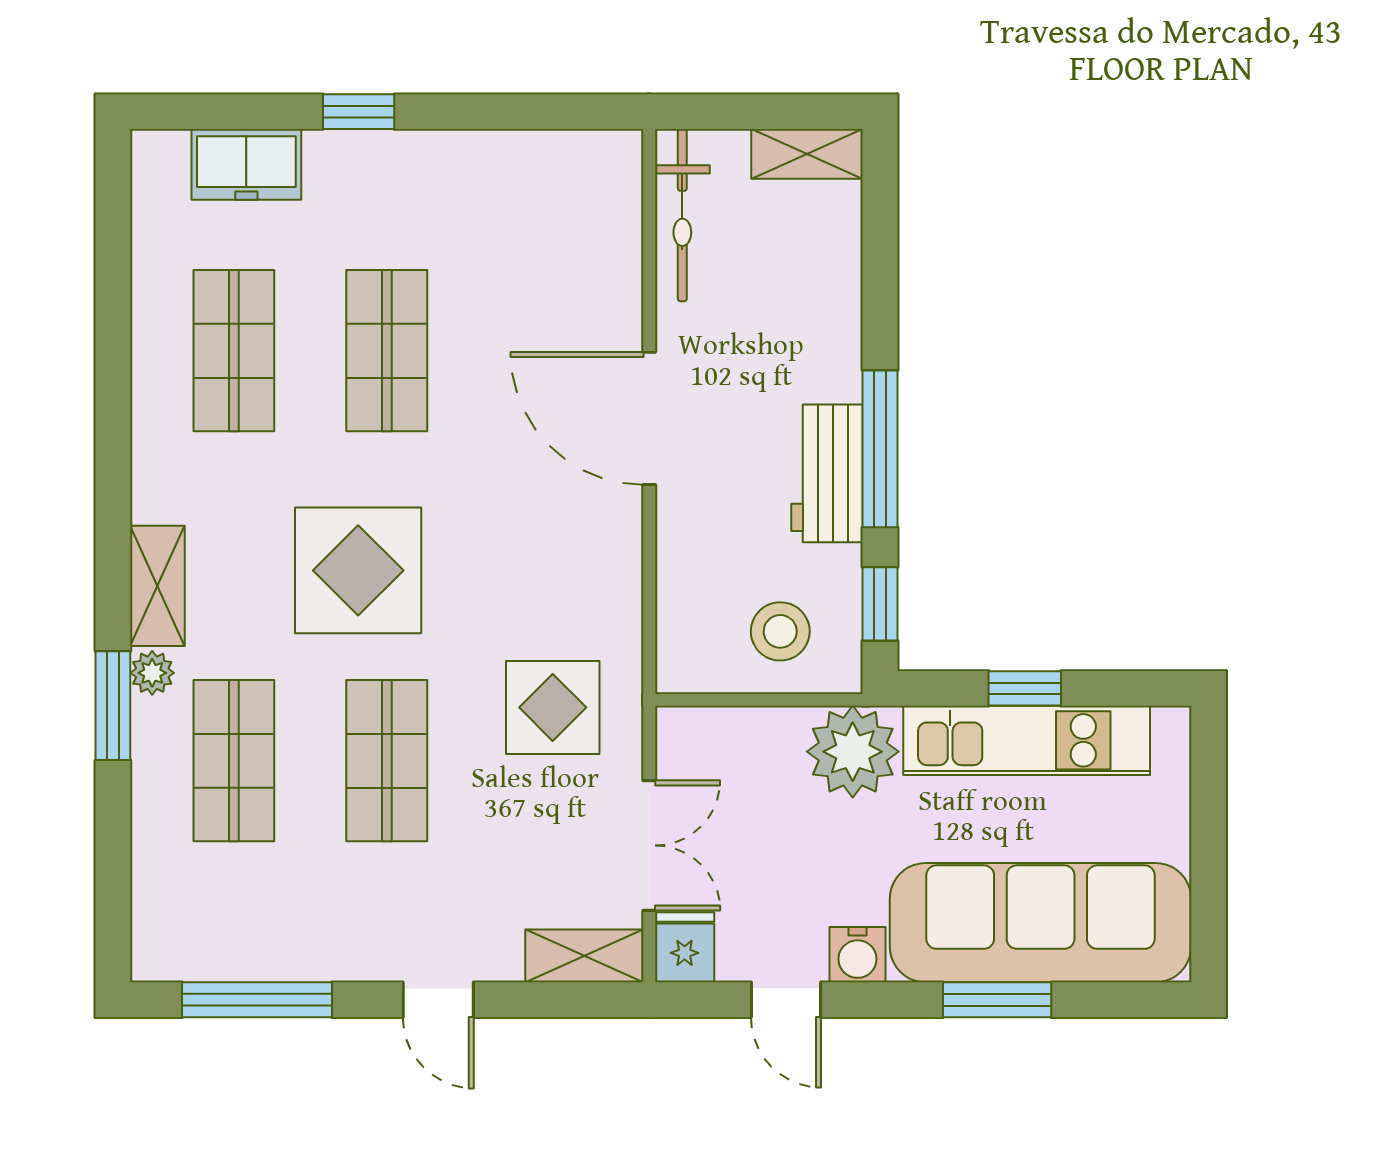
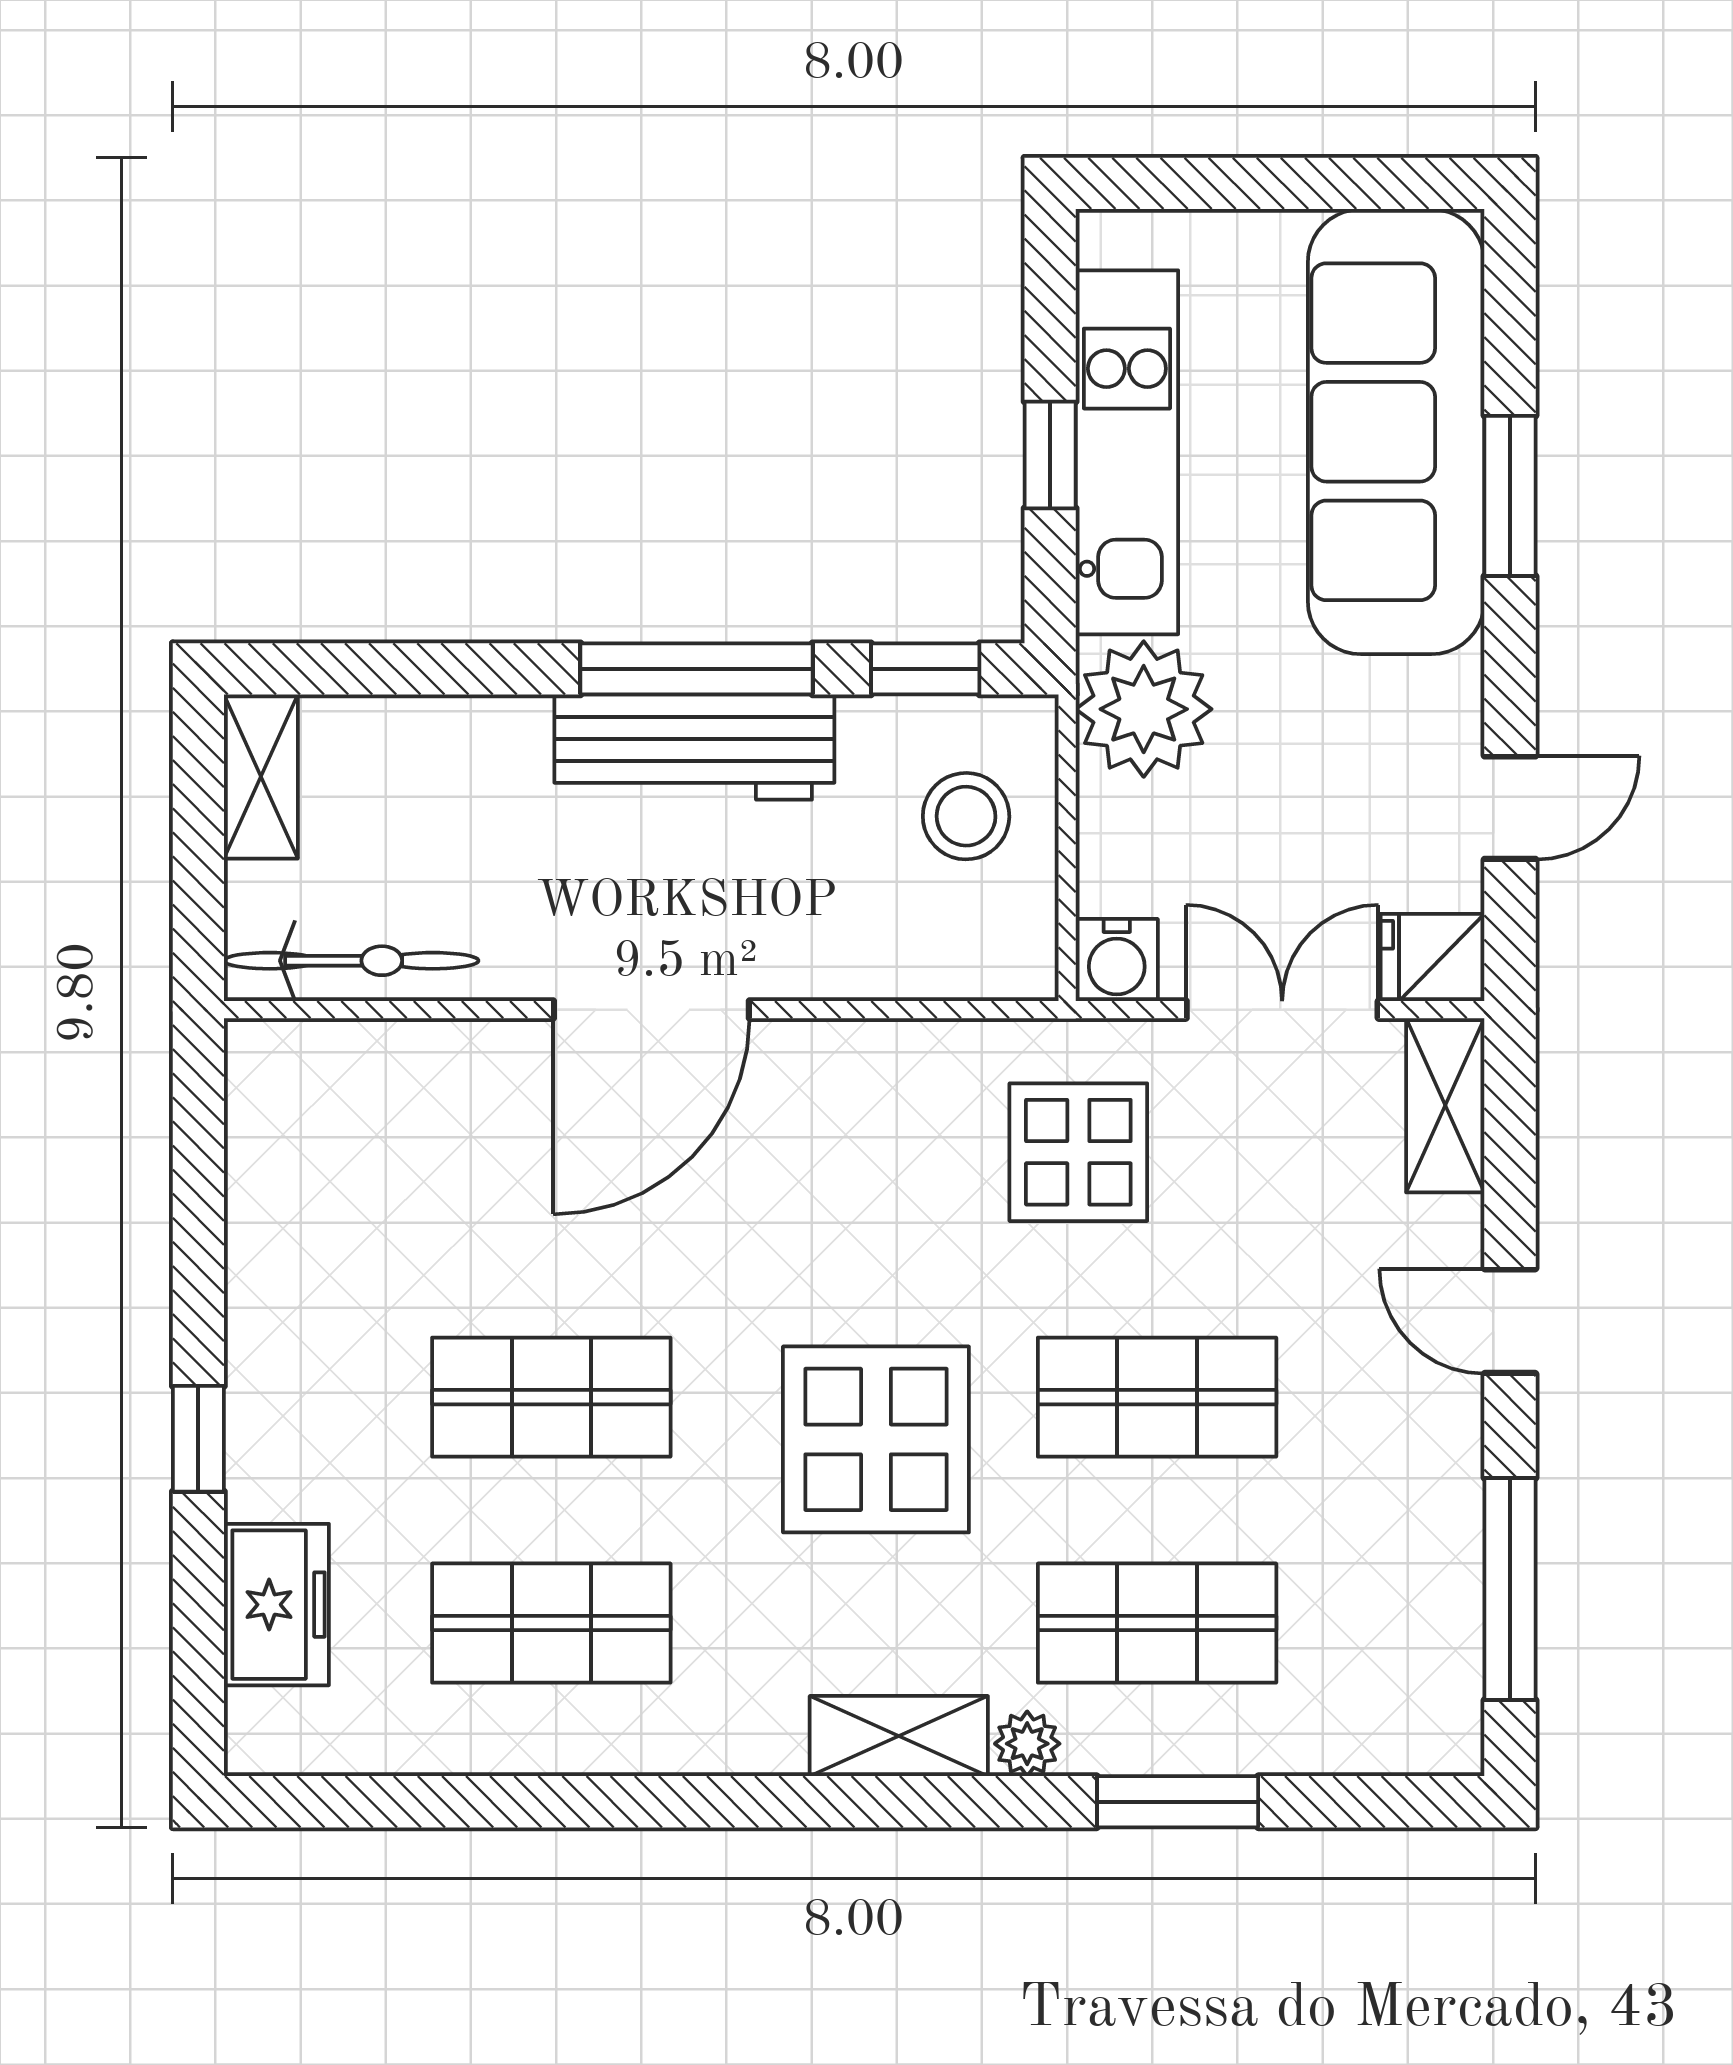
workbench: (827, 473) -> (694, 747), width x1.38
window: (113, 706) -> (1178, 1802), moved
water cooler: (857, 955) -> (1117, 960), moved, turned 90
door: (438, 1000) -> (1510, 1321), swing flipped

